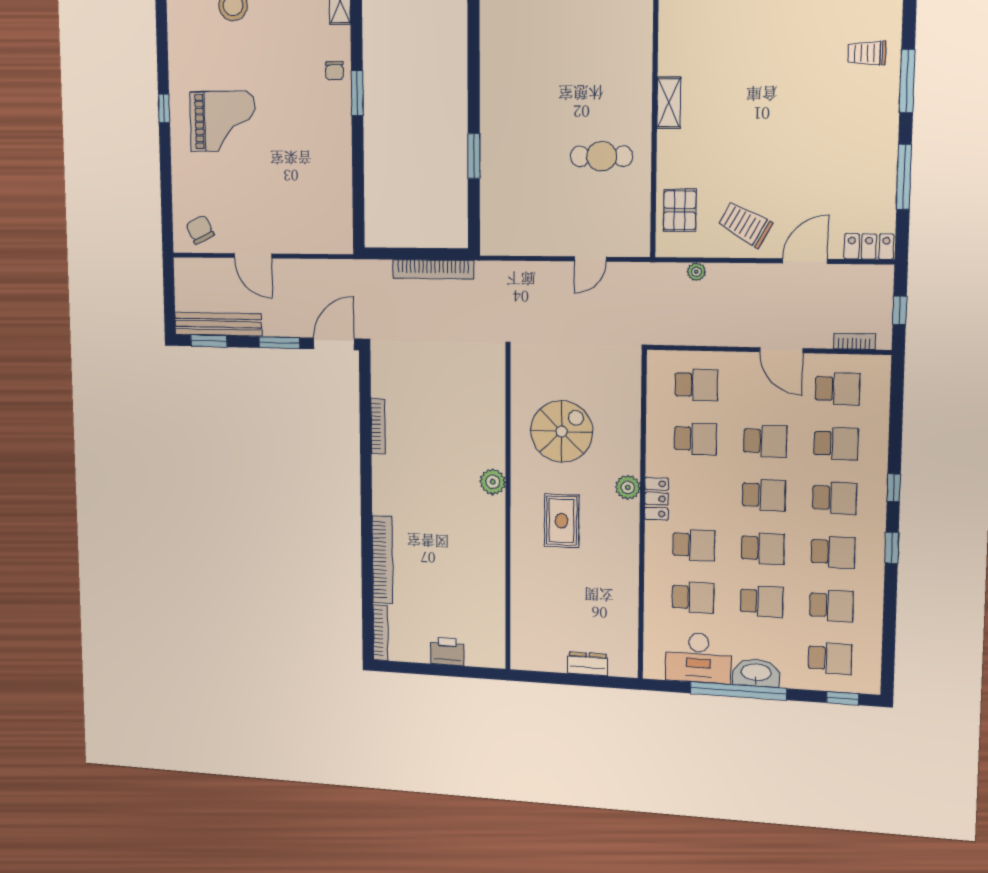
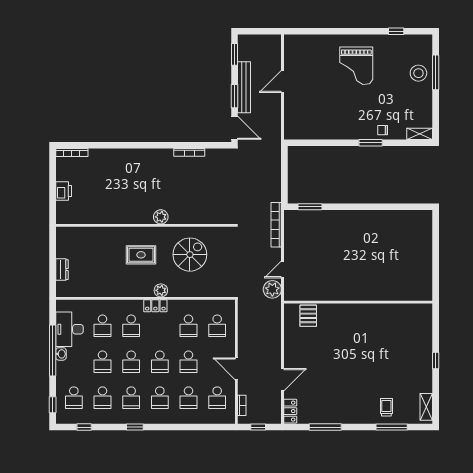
window: (907, 81) -> (392, 427), moved
shelving: (669, 103) -> (363, 309), removed
window: (164, 108) -> (396, 31), moved
window: (474, 156) -> (310, 207), moved
cafe table: (602, 156) -> (336, 275), removed
pallet: (680, 210) -> (308, 316), turned 90
trolley: (745, 224) -> (301, 349), removed
chair: (200, 230) -> (297, 51), removed
door: (590, 259) -> (283, 269), hinge flipped
door: (805, 261) -> (283, 380), hinge flipped
bookcase: (433, 269) -> (276, 225), moved
plant: (696, 272) -> (272, 289), moved, width x1.88, depth x1.88
bench: (218, 324) -> (244, 87), moved
door: (781, 350) -> (236, 369), hinge flipped
spiral stairs: (562, 431) -> (190, 255), turned -90
window: (894, 488) -> (84, 427), moved
bookcase: (382, 560) -> (114, 154), removed
washbasin: (756, 673) -> (61, 354), width x0.52, depth x0.69

